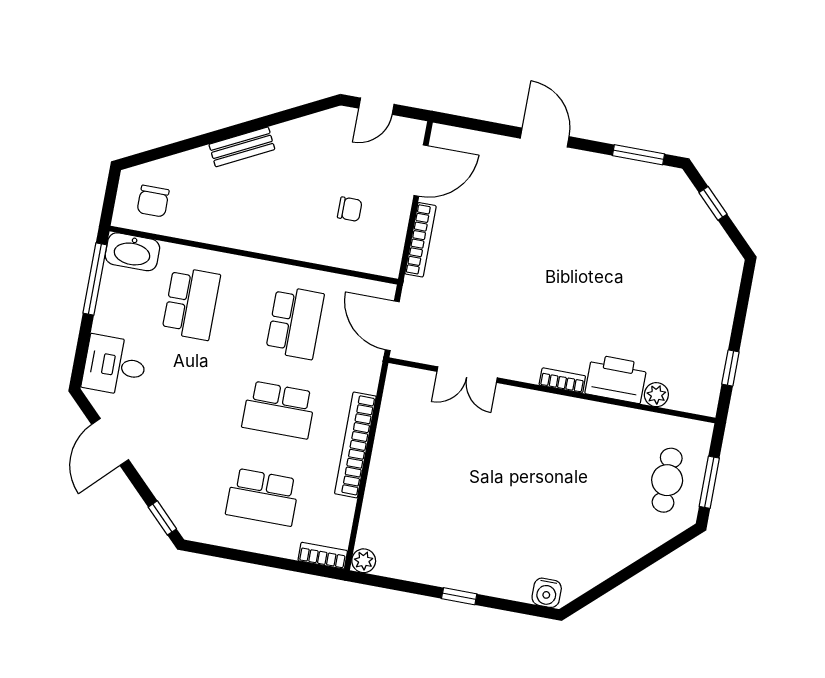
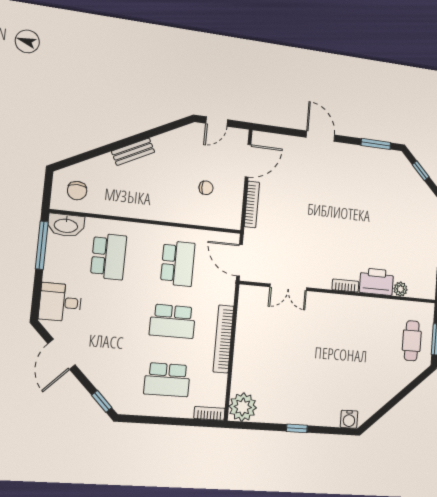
plant: (364, 561) -> (243, 407), width x1.87, depth x1.87

